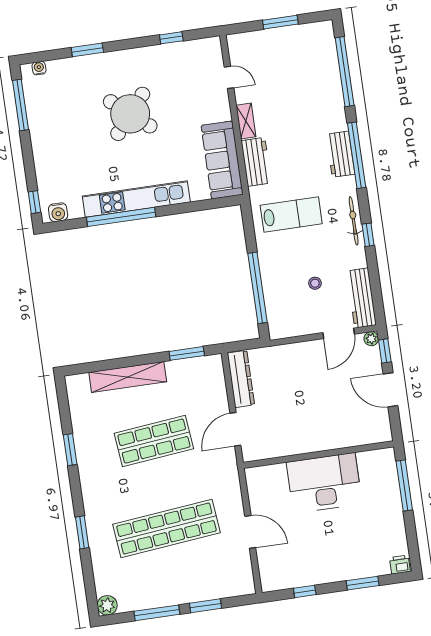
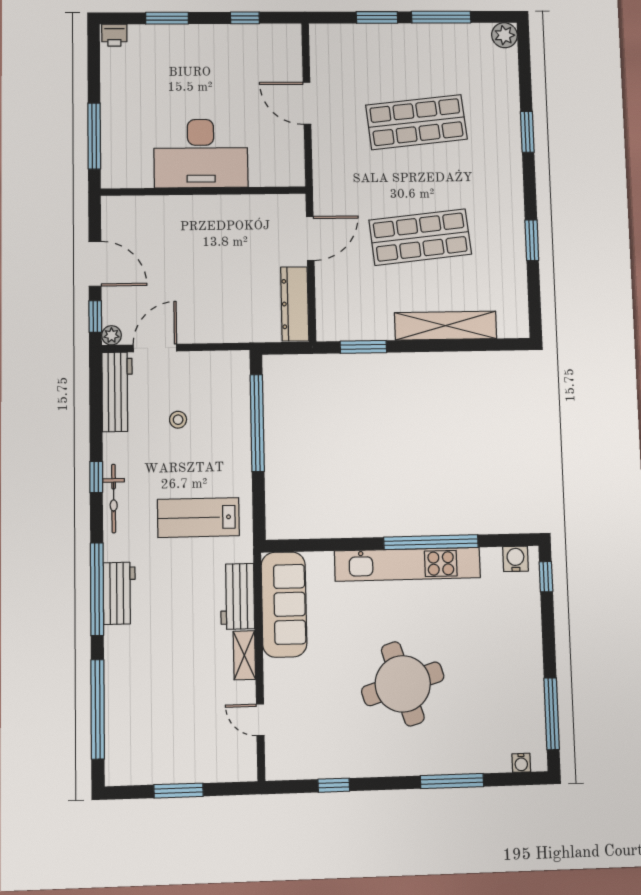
window: (87, 50) -> (452, 781), width x1.44
round table: (130, 114) -> (403, 684), turned 33
shop shelf: (167, 529) -> (416, 122), width x0.71

